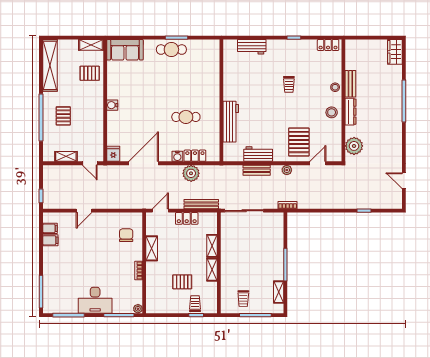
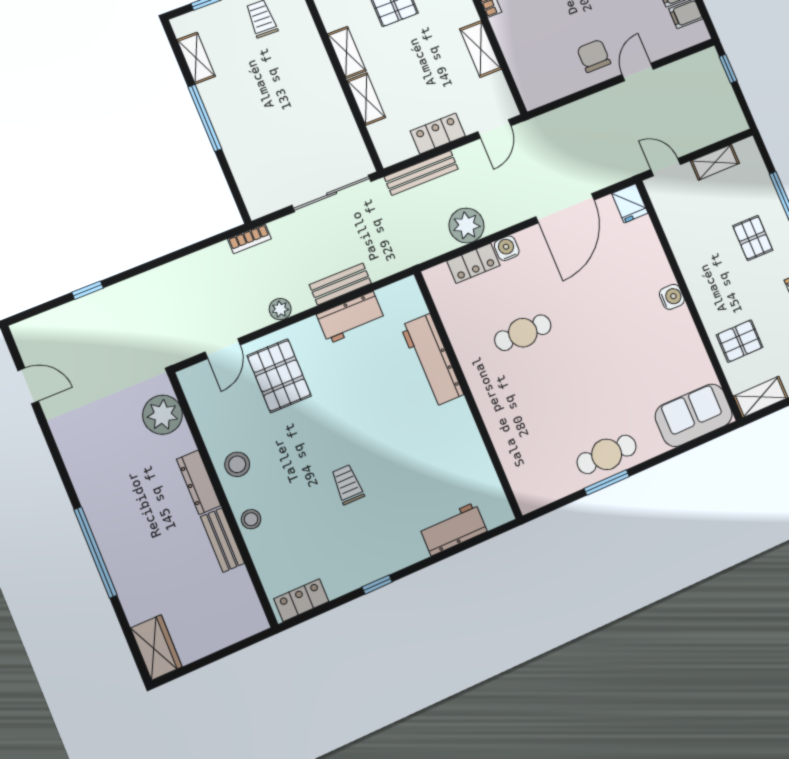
chair: (126, 235) -> (594, 56), moved, turned 180

